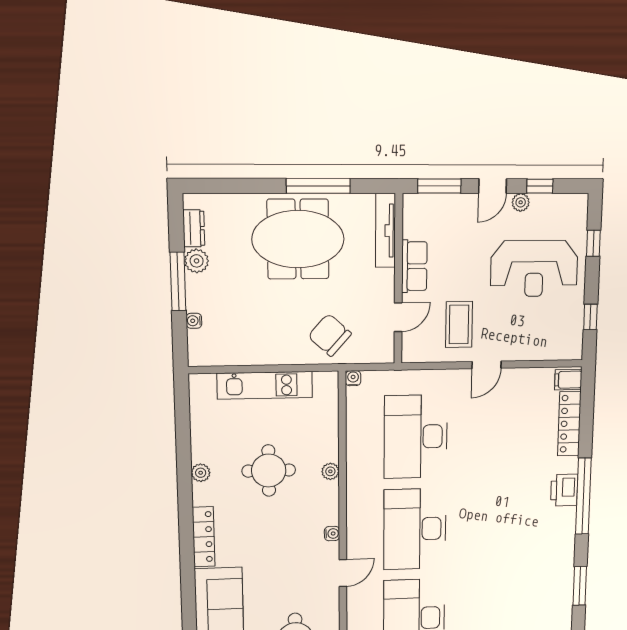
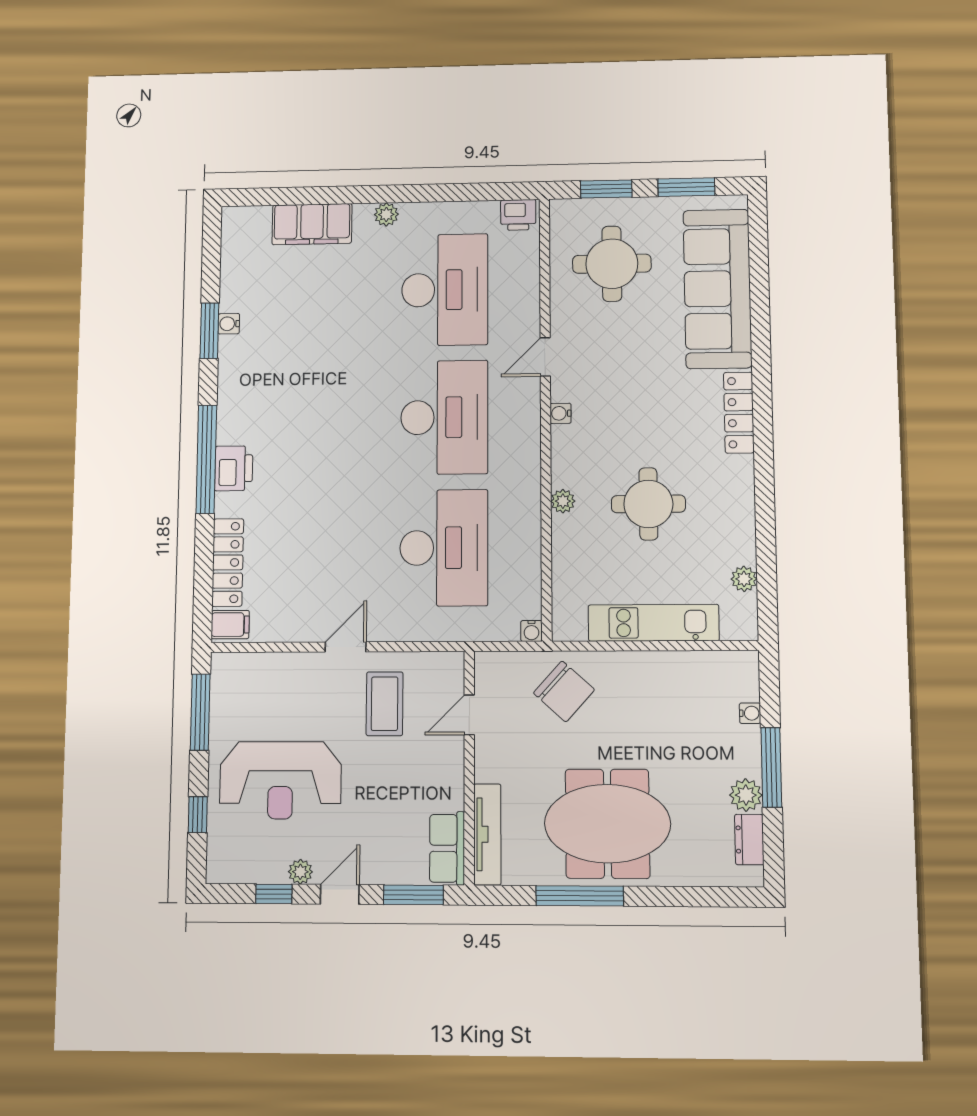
row of seats: (414, 266) -> (447, 848), moved
reception desk: (534, 269) -> (280, 780), turned 180
window: (590, 317) -> (200, 712), width x2.17
plant: (201, 473) -> (744, 579), moved
water cooler: (566, 591) -> (229, 324), added

